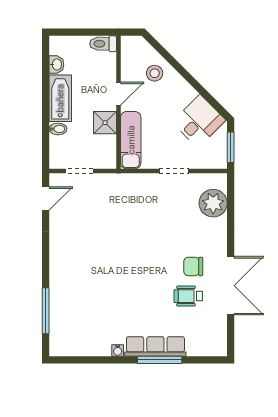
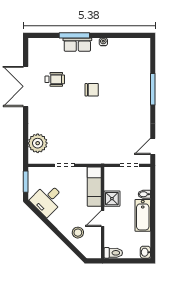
washbasin: (56, 64) -> (145, 252), moved
chair: (193, 266) -> (92, 90), moved
window: (46, 311) -> (153, 89), moved
row of seats: (155, 346) -> (77, 45), width x0.68

